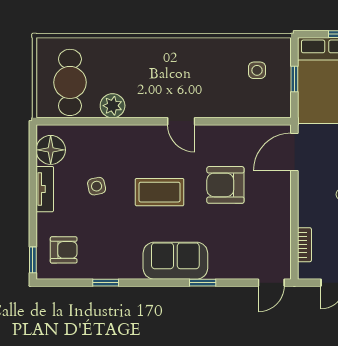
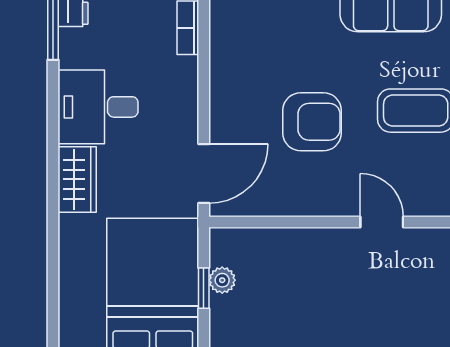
side table: (257, 70) -> (262, 302), removed
plant: (283, 84) -> (222, 280), added

